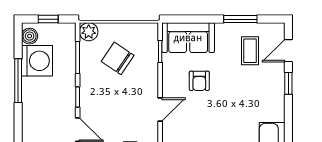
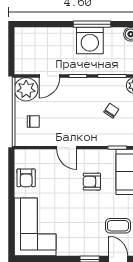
chair: (118, 58) -> (111, 111), width x0.54, depth x0.54
washing machine: (37, 61) -> (90, 41), moved

